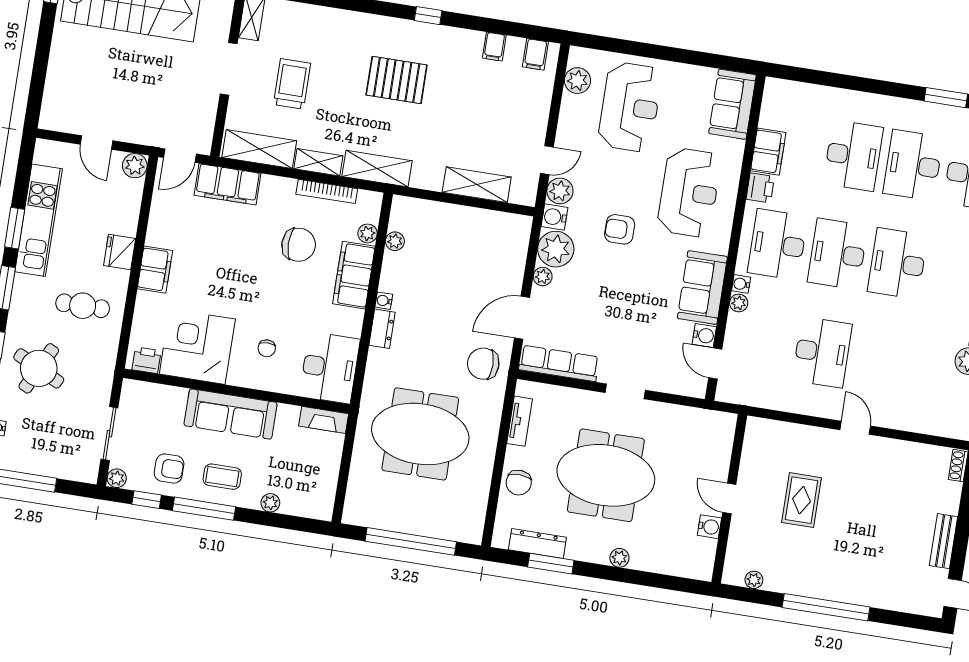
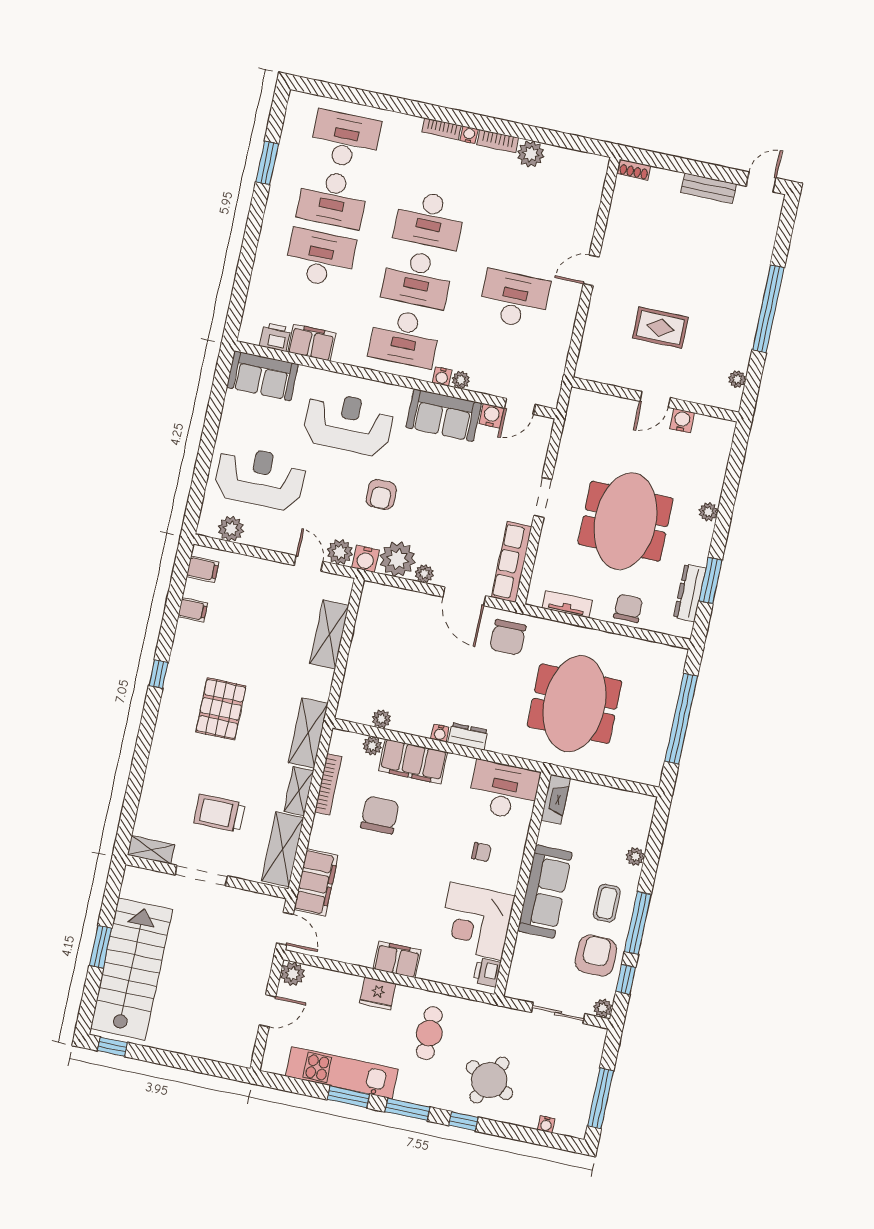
printer: (760, 188) -> (275, 337), moved
armchair: (169, 469) -> (596, 956), width x1.38, depth x1.38
chair: (519, 483) -> (628, 608), turned -92

